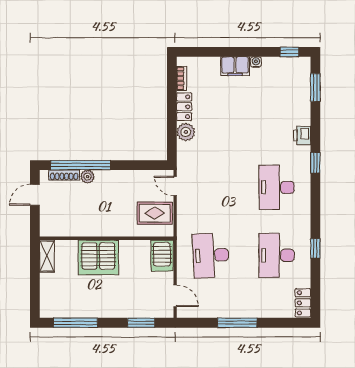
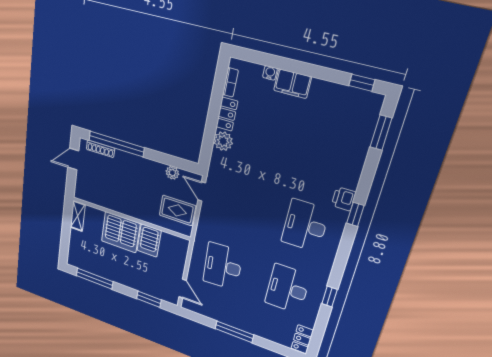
water cooler: (256, 62) -> (270, 73), moved
printer: (302, 135) -> (344, 199), moved
plant: (87, 177) -> (172, 173), moved
server rack: (162, 256) -> (149, 241), moved

